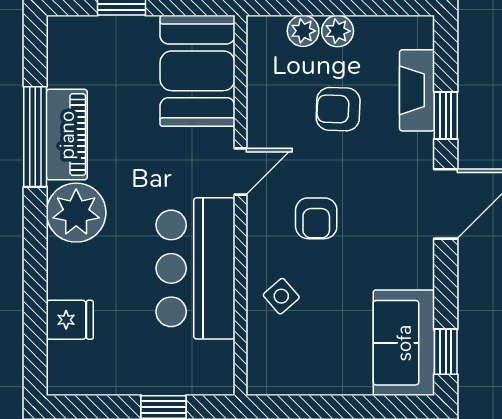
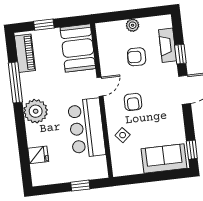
plant: (303, 31) -> (119, 27), removed
piano: (67, 135) -> (25, 53), moved
sofa: (404, 343) -> (164, 158), moved, turned 90

